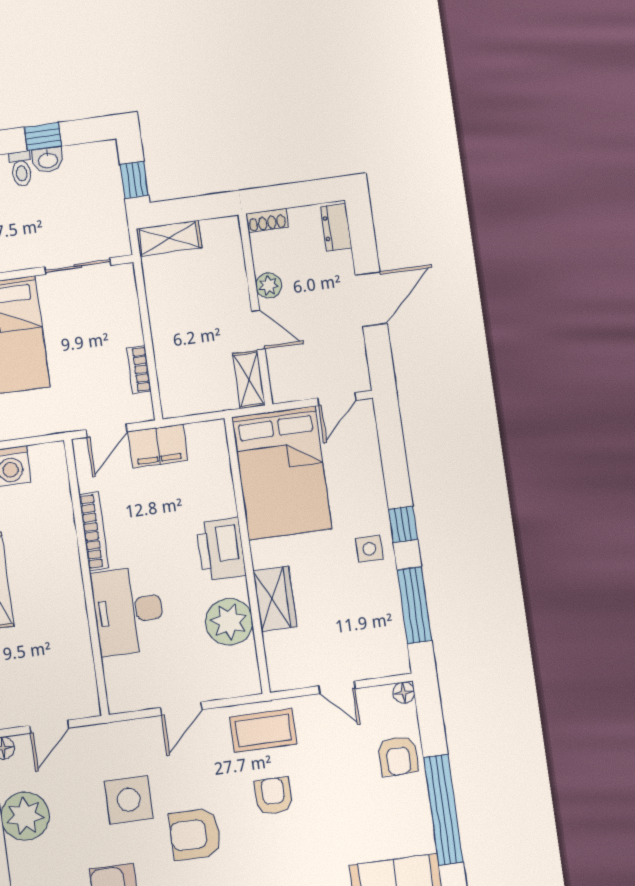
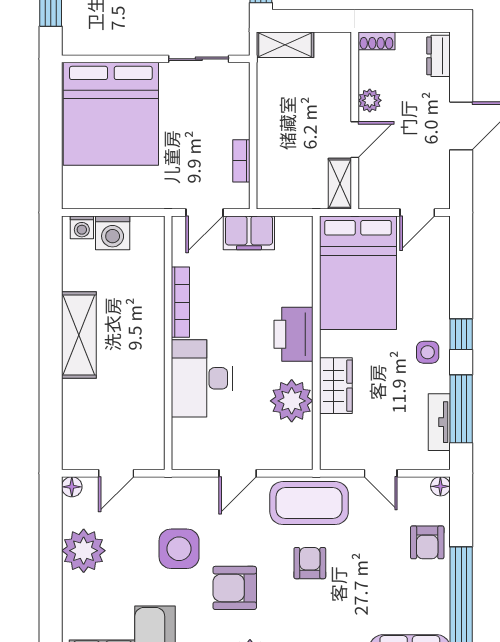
door: (258, 330) -> (355, 140), hinge flipped
tv unit: (393, 623) -> (439, 422), added
coffee table: (263, 730) -> (309, 503), width x1.36, depth x1.32

